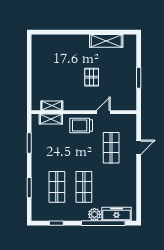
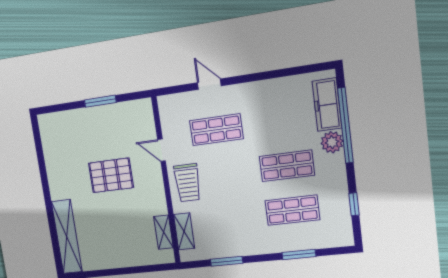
shelving: (106, 41) -> (67, 237), moved, width x1.47
pallet: (92, 77) -> (111, 175), width x1.50, depth x1.42

